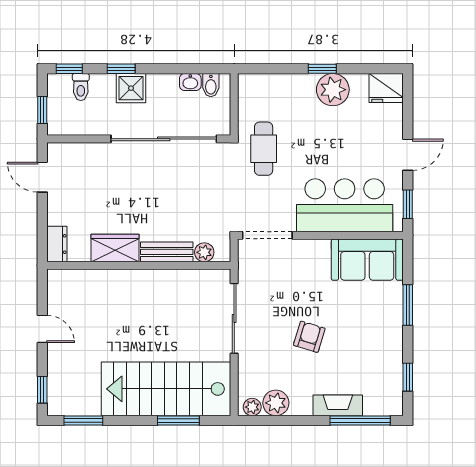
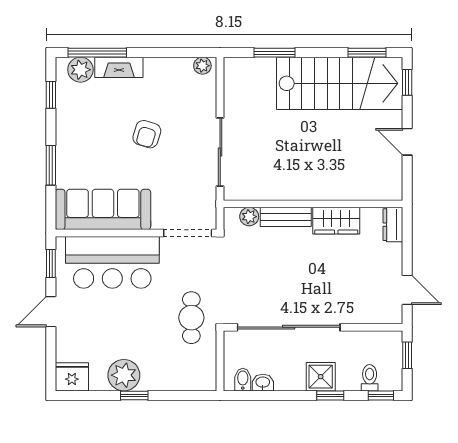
sofa: (367, 260) -> (103, 209), width x1.36
stairs: (166, 389) -> (340, 83), moved
plant: (276, 403) -> (80, 70), moved

